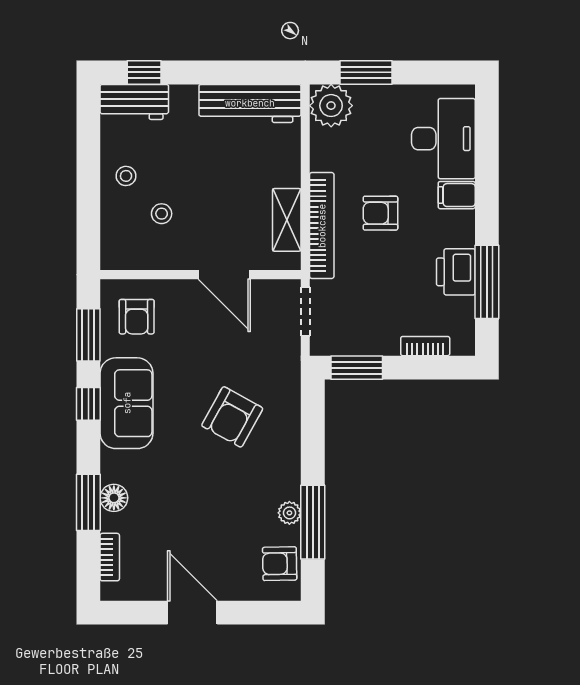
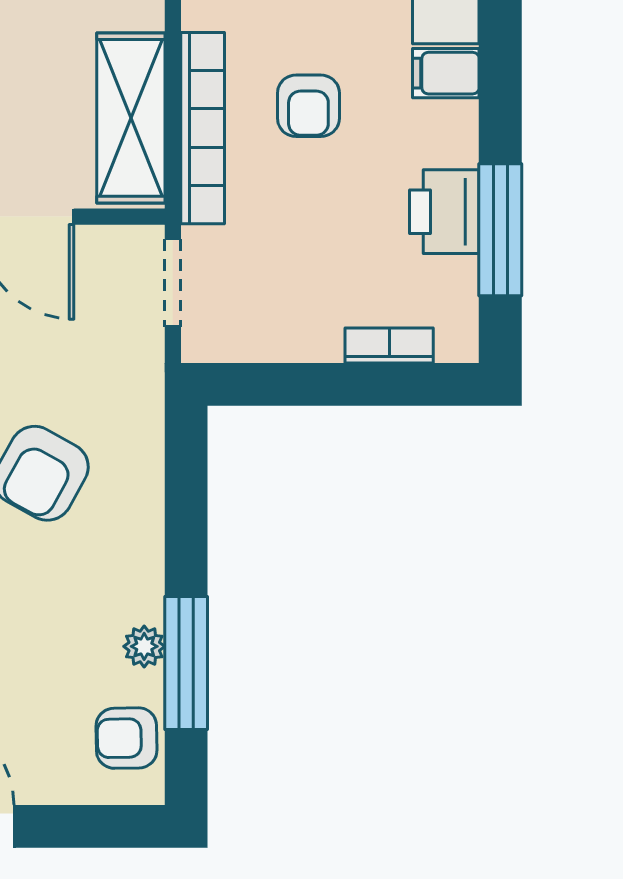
armchair: (380, 213) -> (308, 106), turned -90
shelving: (287, 220) -> (131, 118), width x1.50, depth x1.33
window: (357, 368) -> (266, 384), removed

